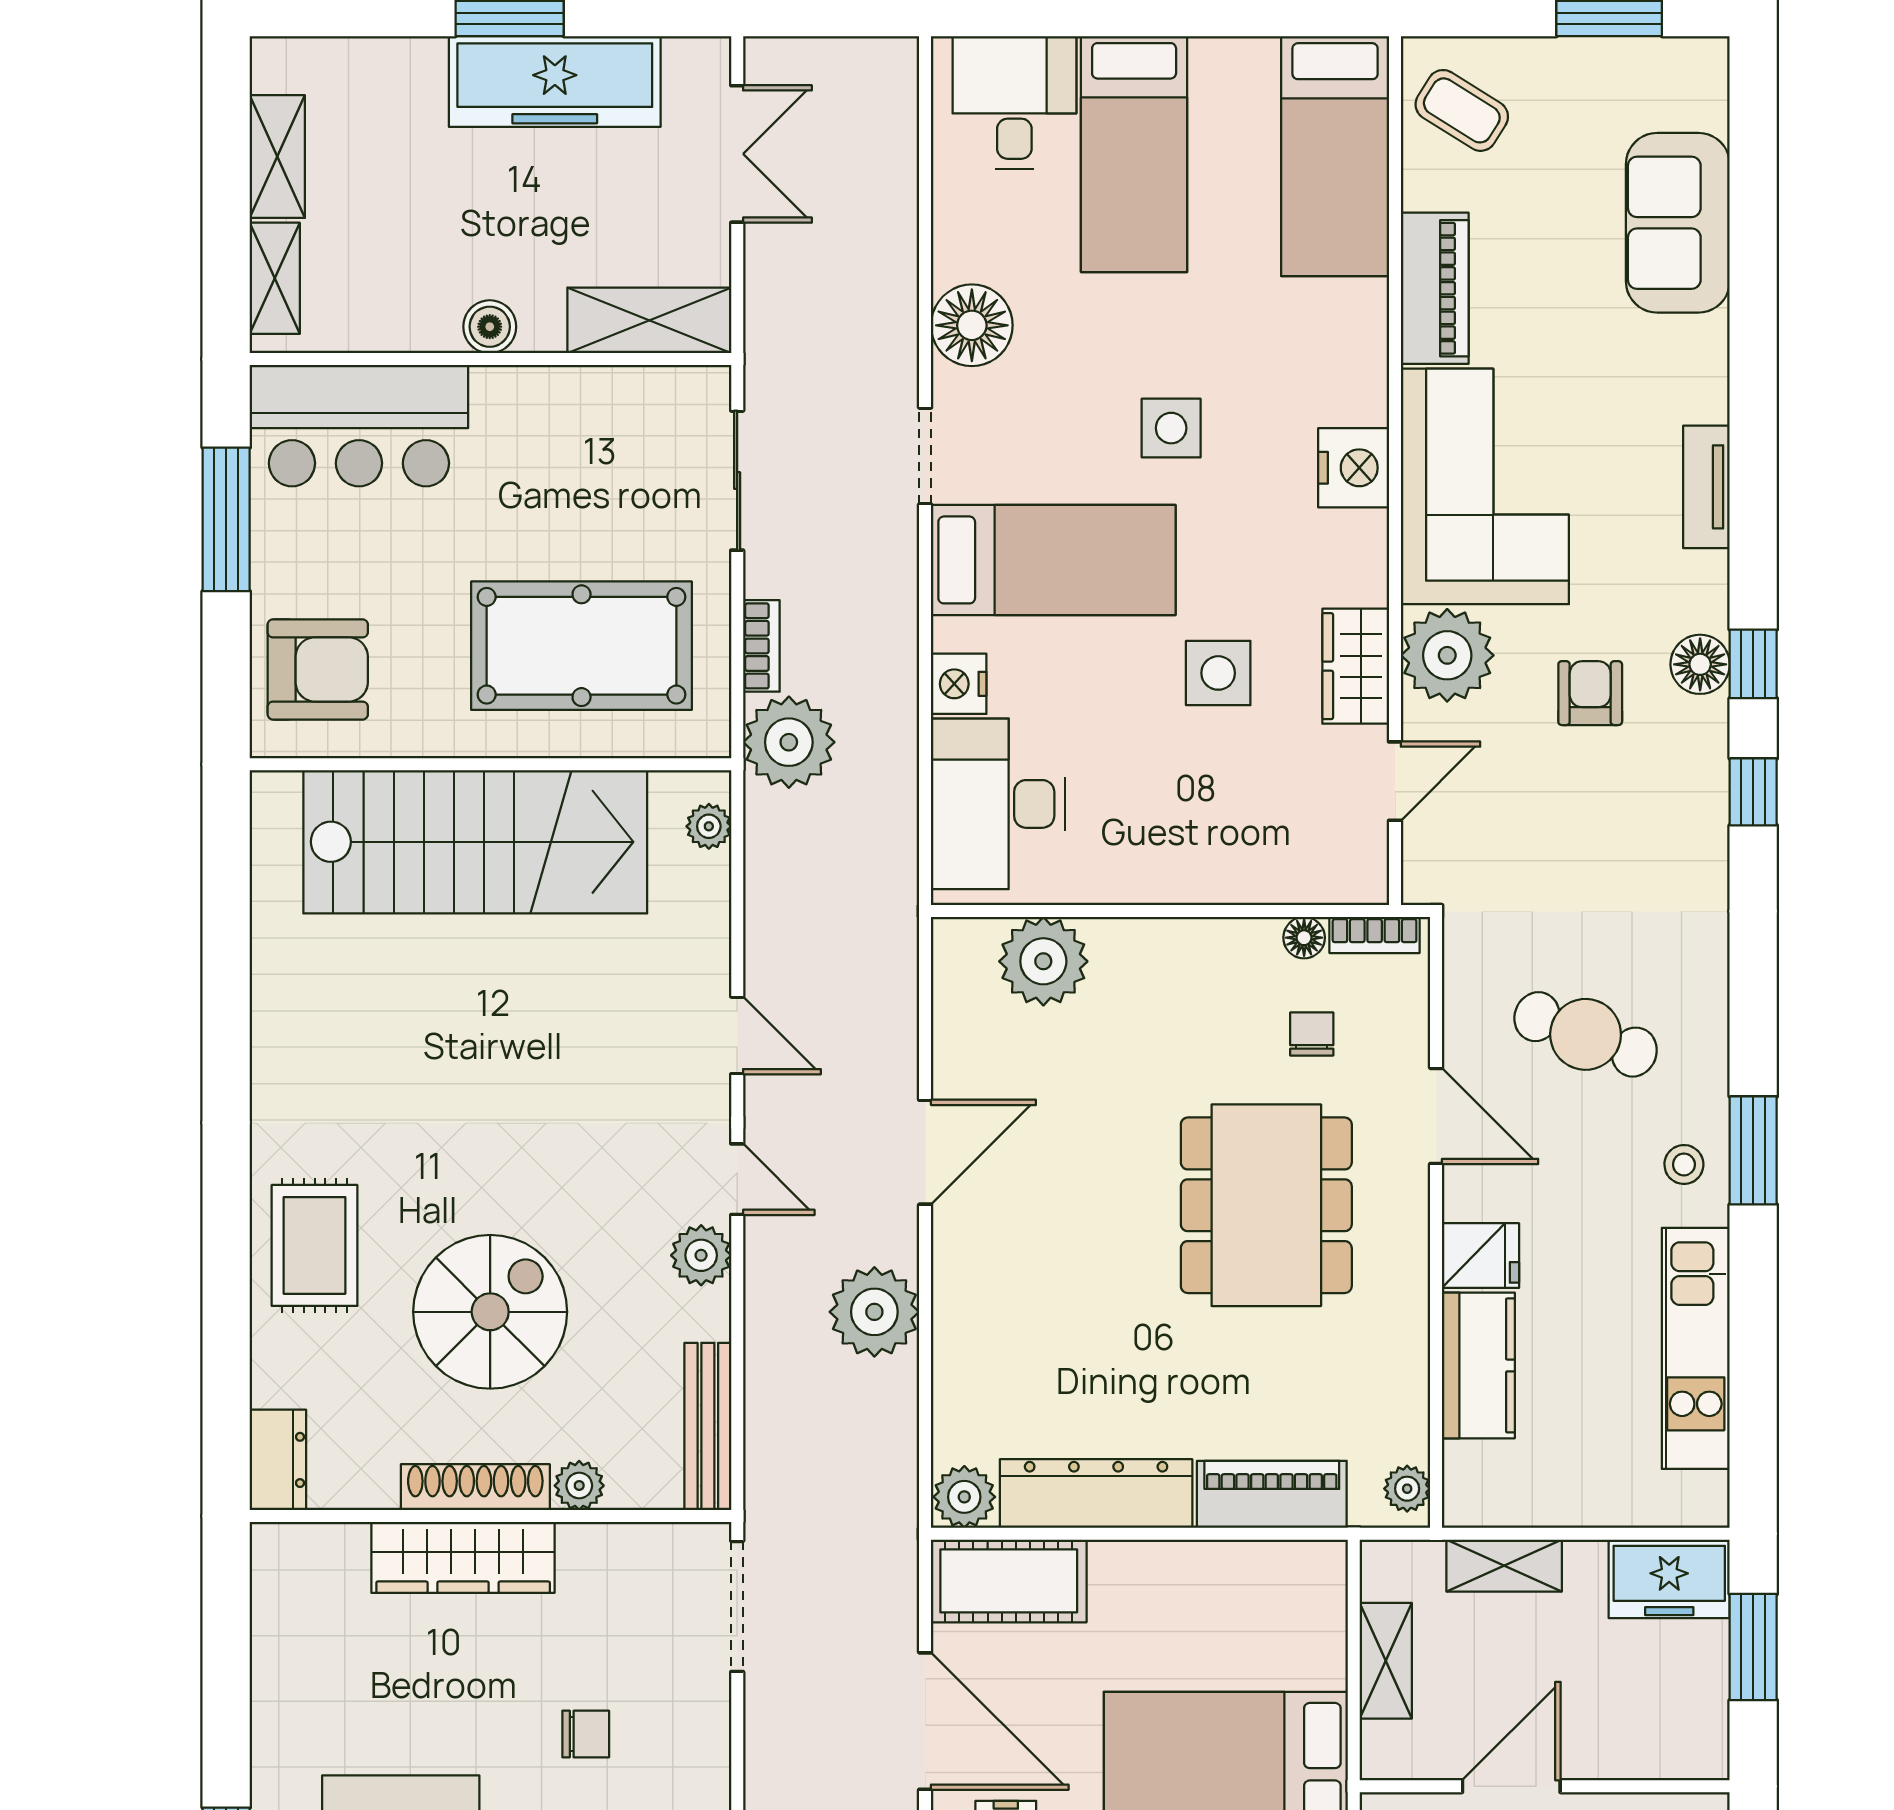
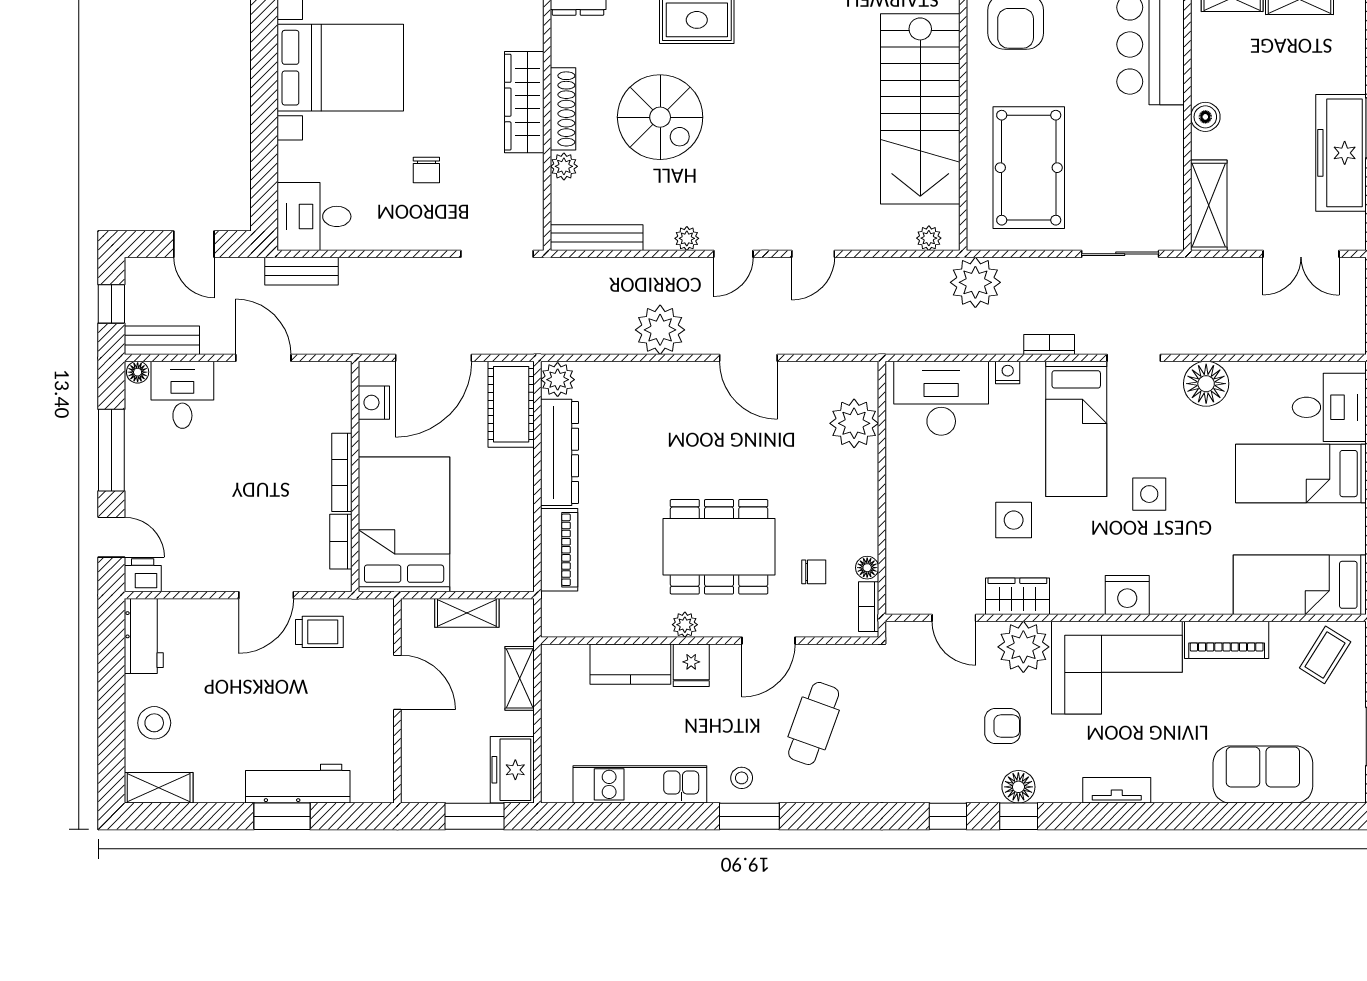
bookcase: (761, 646) -> (1049, 344), moved, turned 180
nightstand: (959, 684) -> (1008, 372), width x0.72, depth x0.74
plant: (701, 1255) -> (687, 238), width x0.73, depth x0.73
plant: (1407, 1489) -> (685, 625), moved

